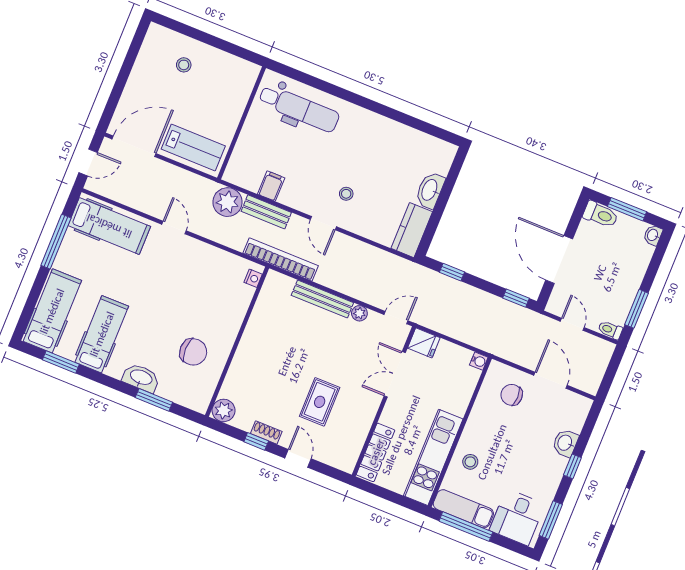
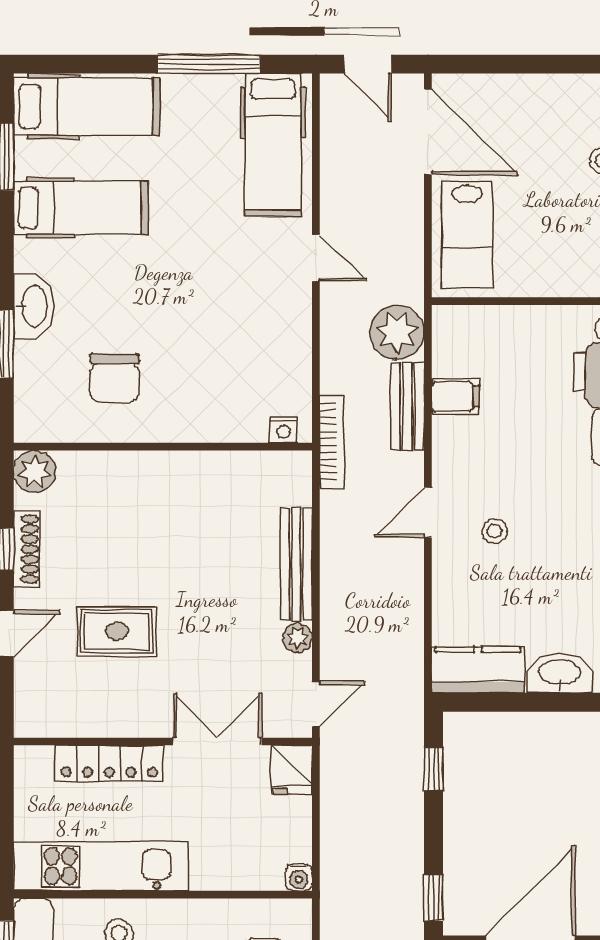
door: (174, 227) -> (316, 258), hinge flipped
bookcase: (281, 259) -> (332, 442), width x0.68, depth x0.76
door: (396, 318) -> (316, 704), hinge flipped
shoe rack: (266, 433) -> (27, 549), width x1.43
locker: (376, 452) -> (109, 763), moved

